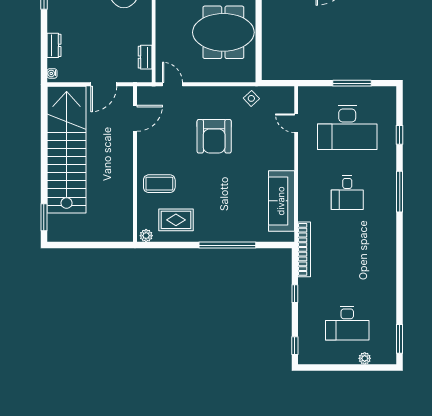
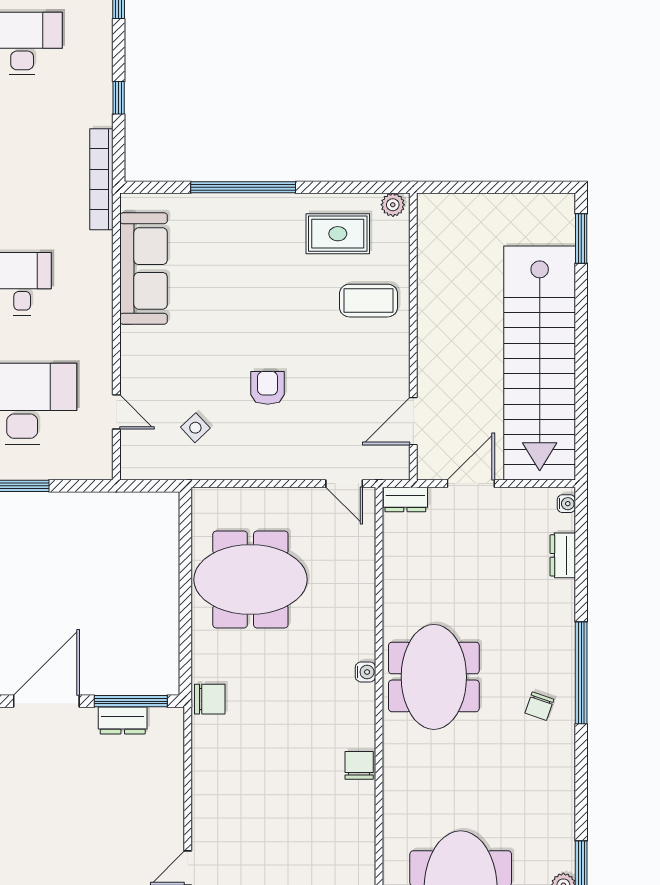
dresser: (145, 57) -> (405, 499), moved, turned 90
side table: (251, 98) -> (195, 428), moved
armchair: (214, 136) -> (268, 388), width x0.53, depth x0.53

